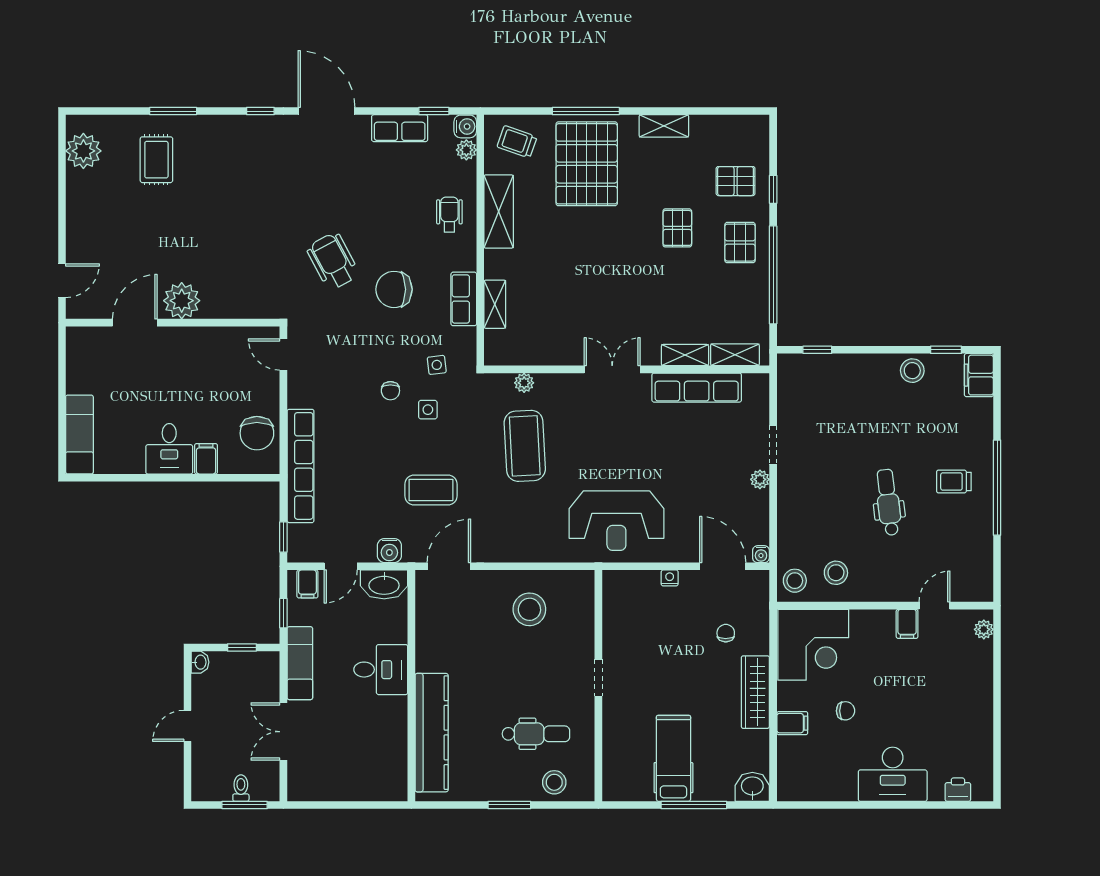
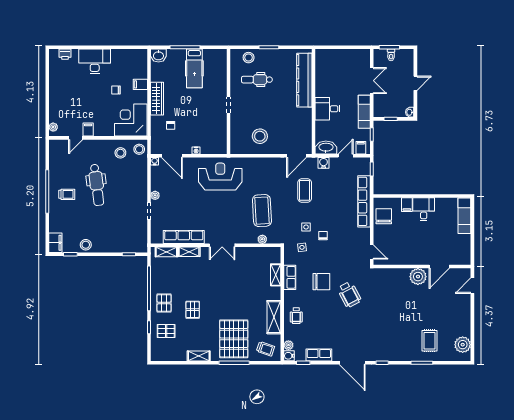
coffee table: (431, 490) -> (305, 190), turned 90
dental chair: (888, 502) -> (97, 185), width x1.36, depth x1.38

